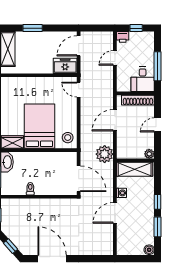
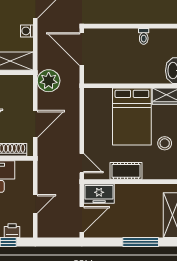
window: (33, 28) -> (141, 242), width x1.44
printer: (123, 37) -> (12, 231), moved
cot: (44, 84) -> (126, 171), added
stool: (68, 138) -> (165, 143), moved

